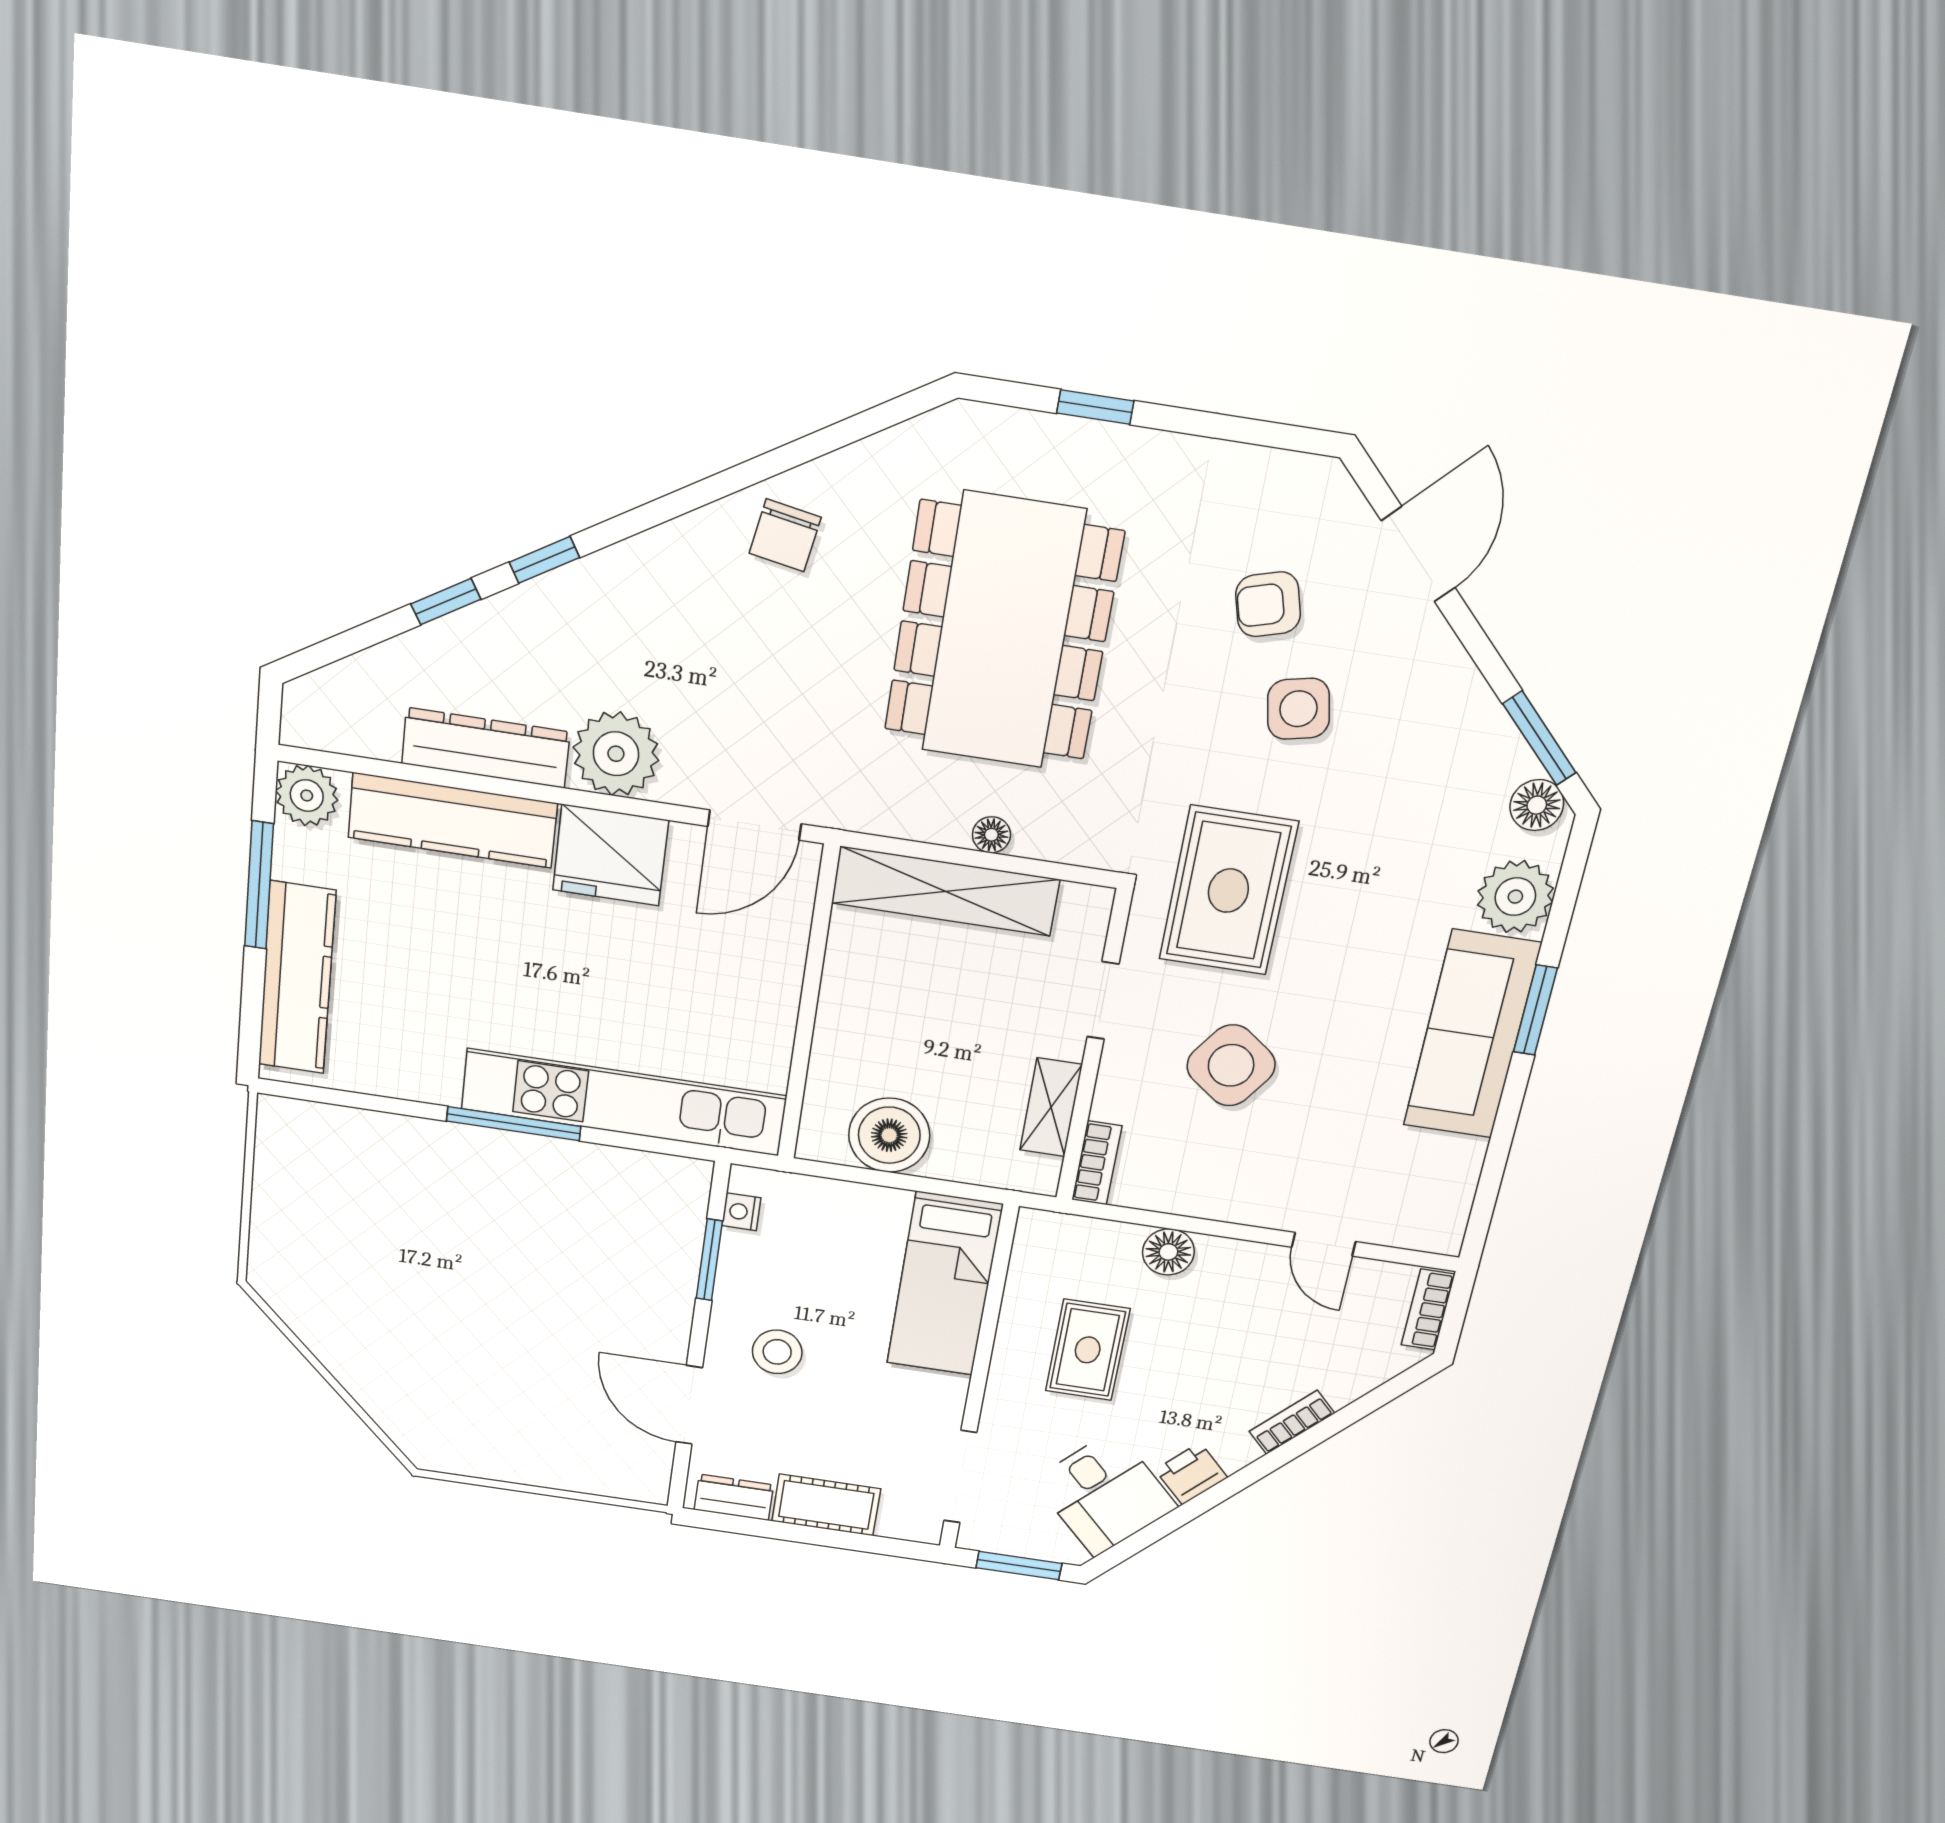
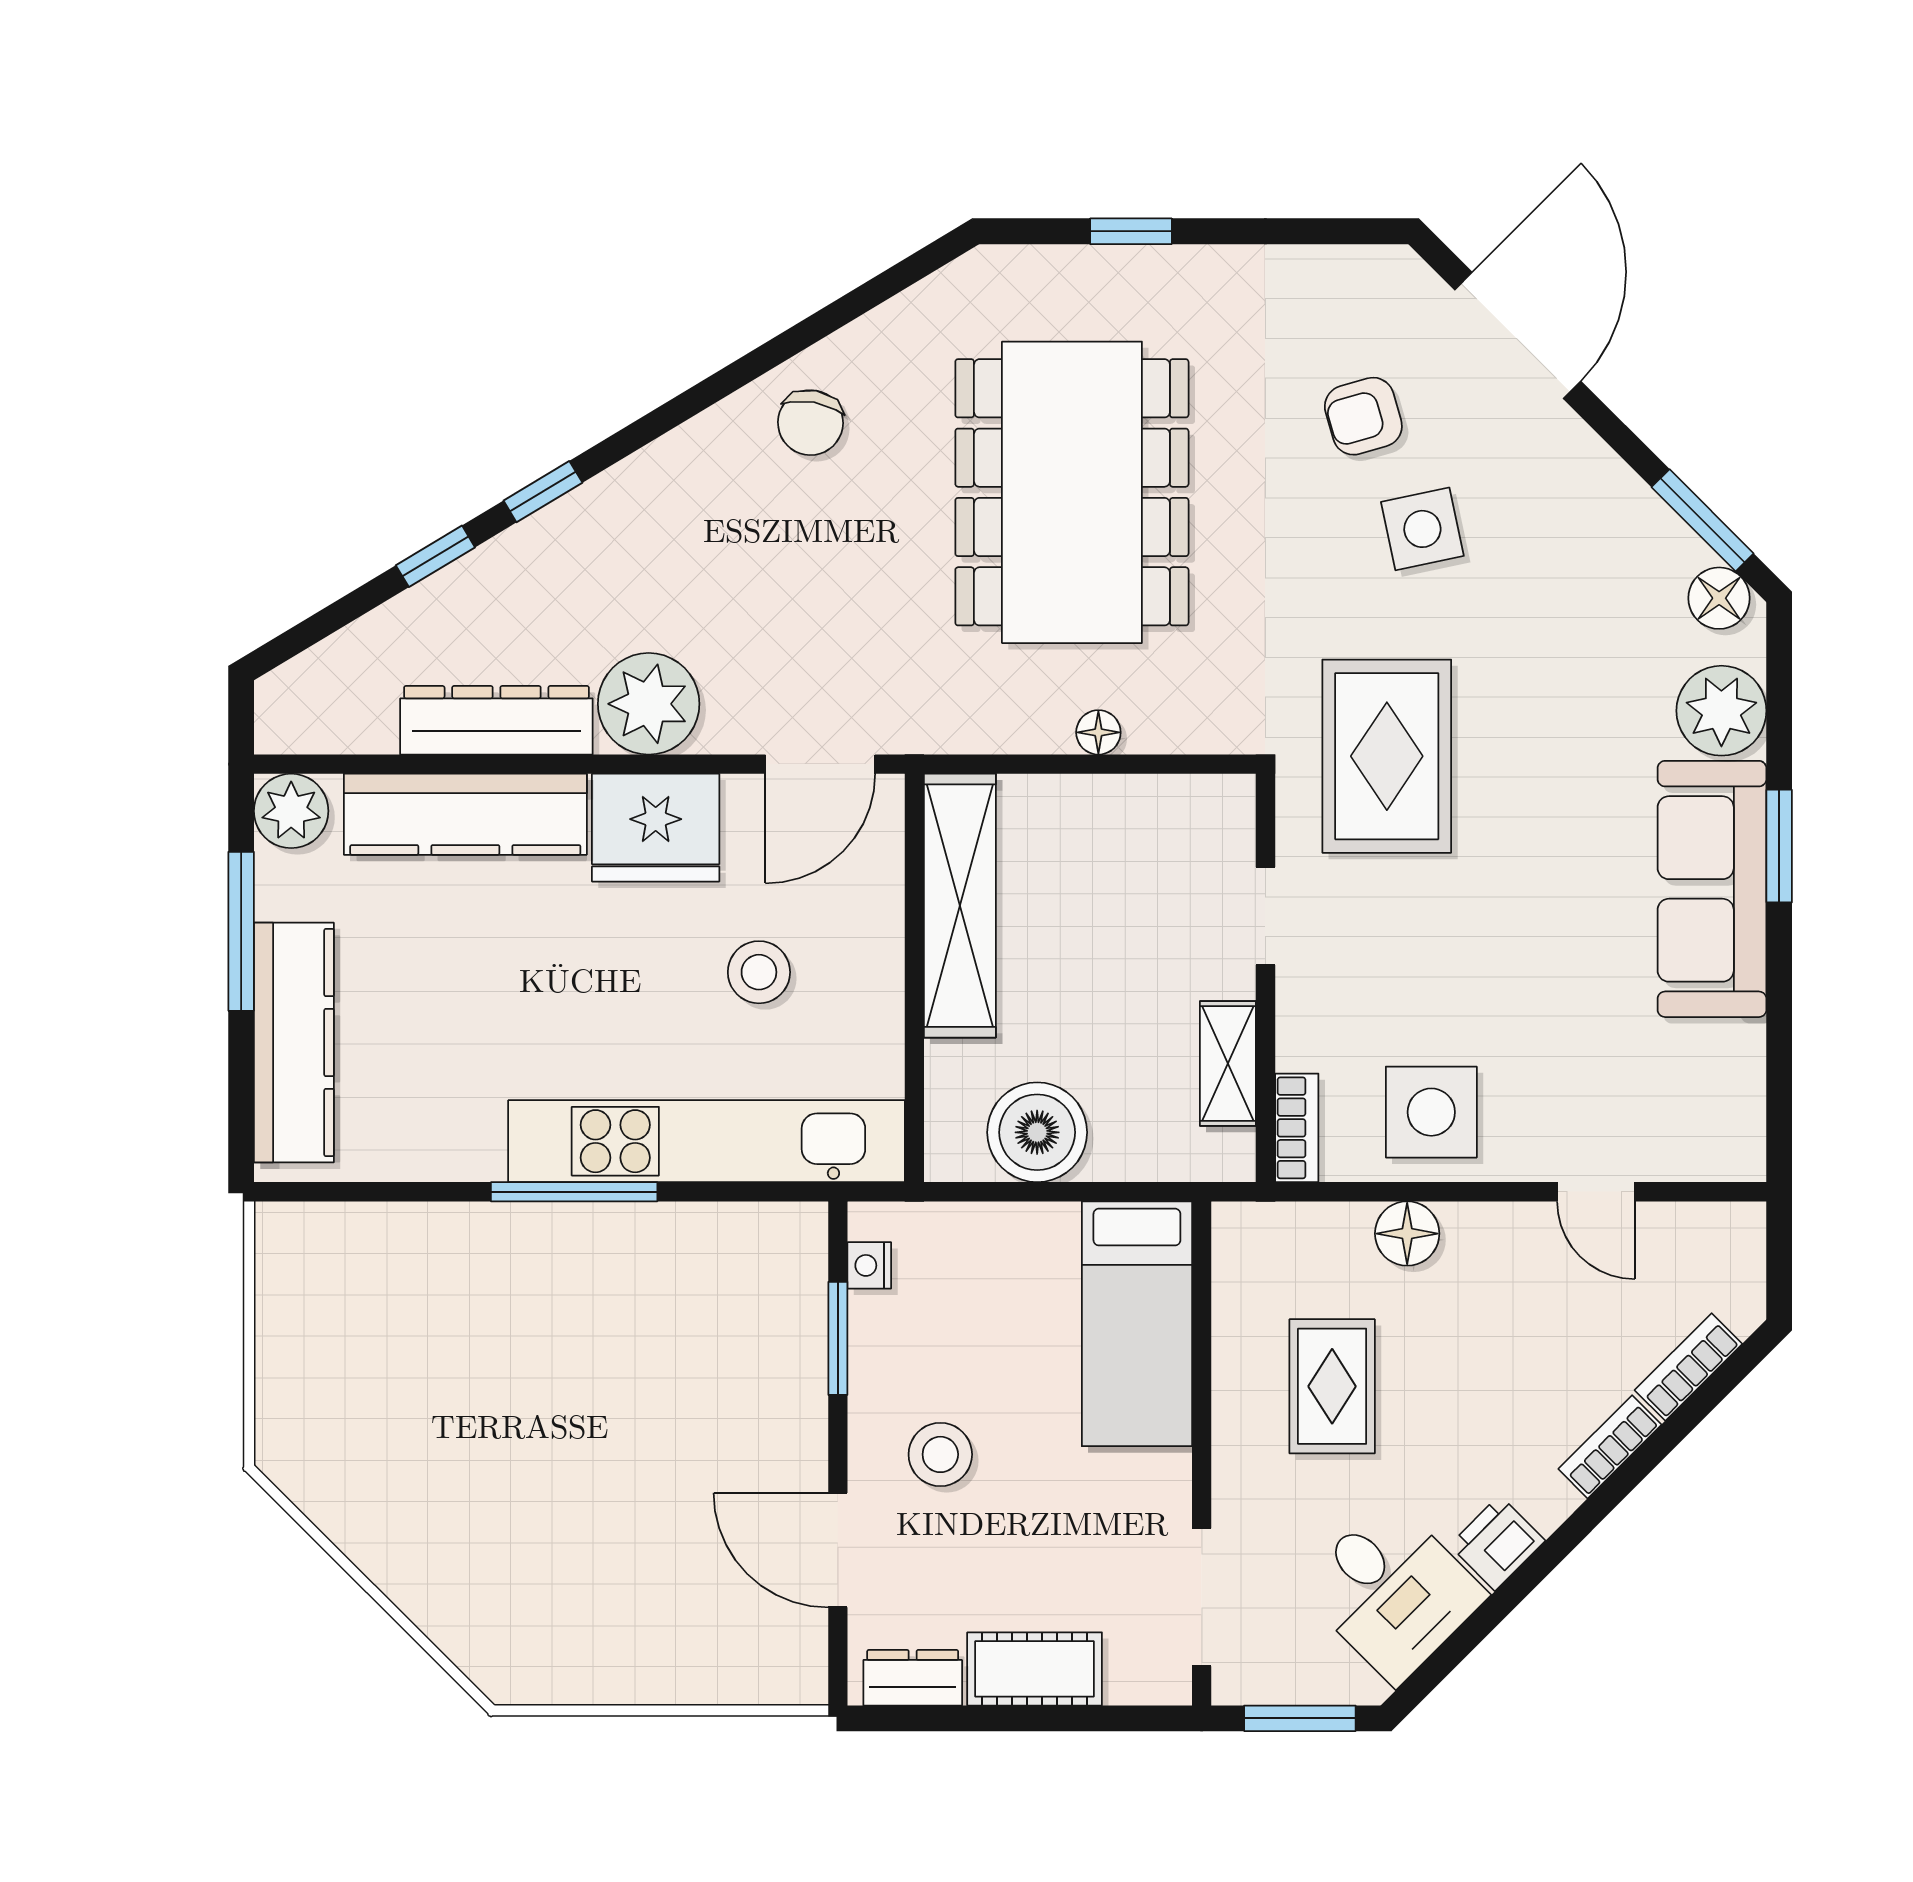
door: (1418, 554) -> (1518, 335), width x1.36
shelving: (945, 891) -> (960, 906), moved, turned 90
stool: (682, 981) -> (759, 972), added
side table: (1231, 1065) -> (1431, 1112), moved, turned -36
bookcase: (1428, 1310) -> (1688, 1367), moved, turned 45

